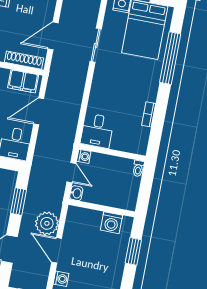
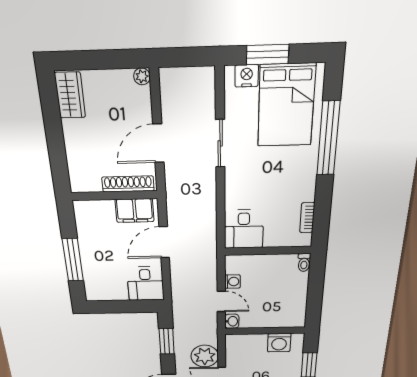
desk: (97, 131) -> (244, 229), moved
wall: (112, 152) -> (268, 251), moved
toilet: (138, 168) -> (304, 262), moved

